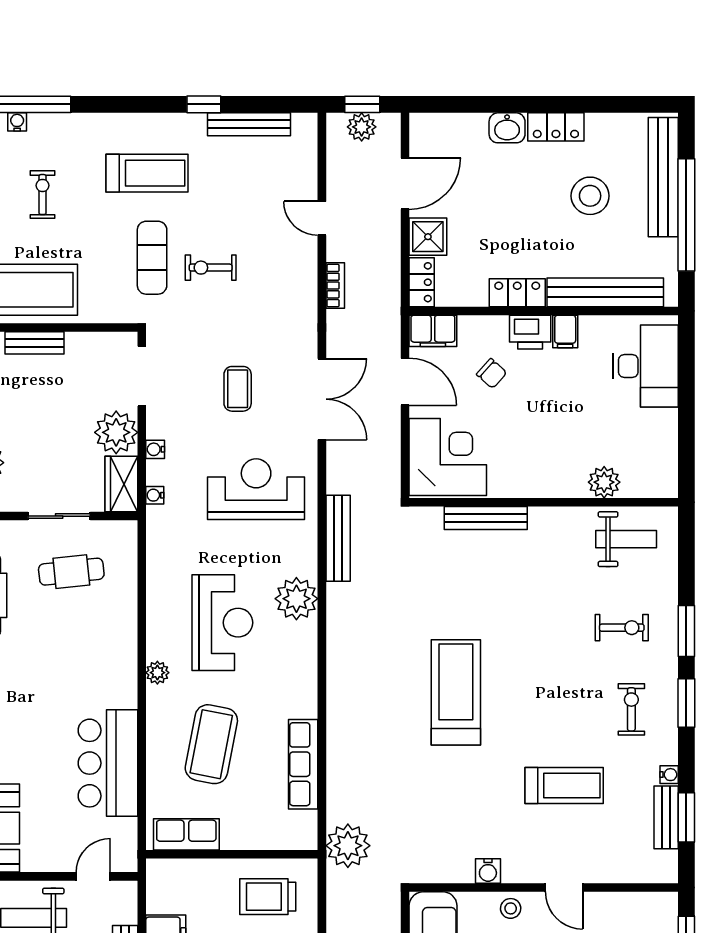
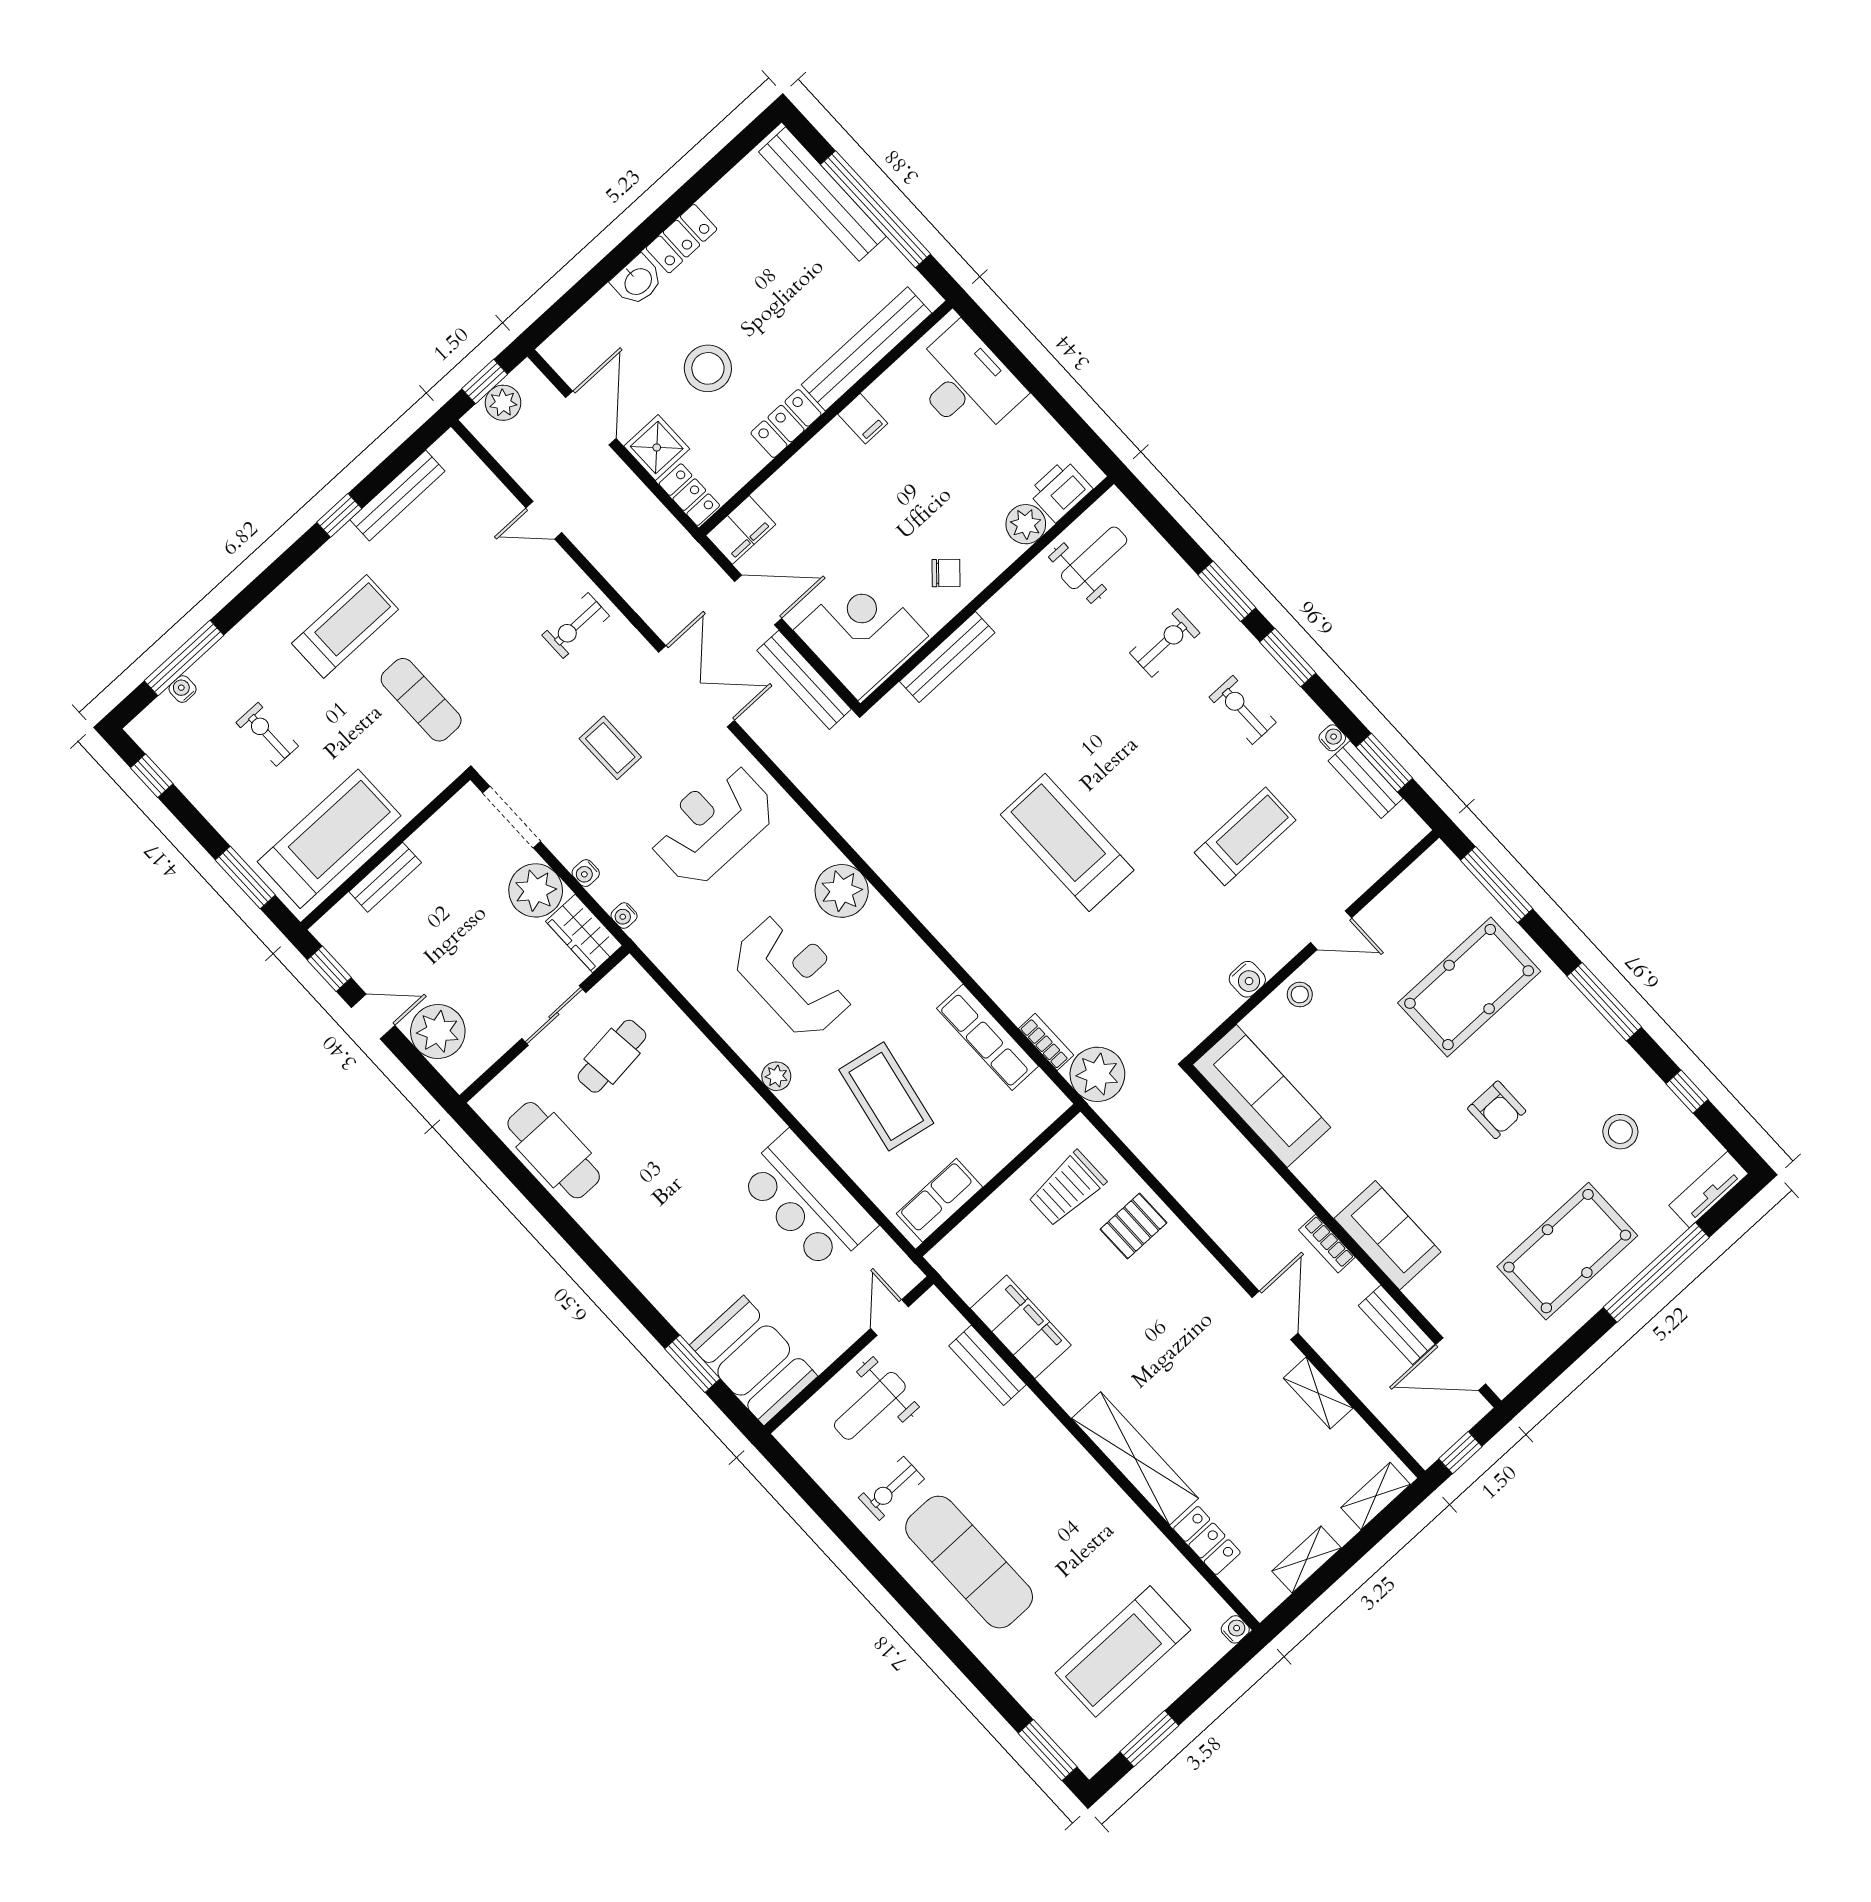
stool: (590, 196) -> (708, 368), moved
exercise bike: (211, 268) -> (576, 626), moved
bookcase: (335, 286) -> (1046, 1042), moved
printer: (530, 332) -> (1060, 491), moved, turned 180
chair: (492, 373) -> (946, 573), moved
bench: (338, 538) -> (804, 680), moved

